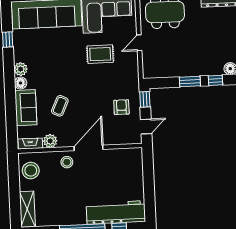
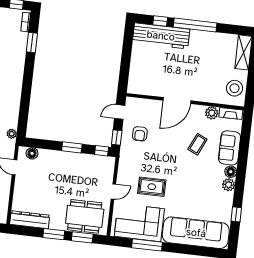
window: (216, 80) -> (102, 151), moved
stool: (67, 162) -> (199, 91), removed

